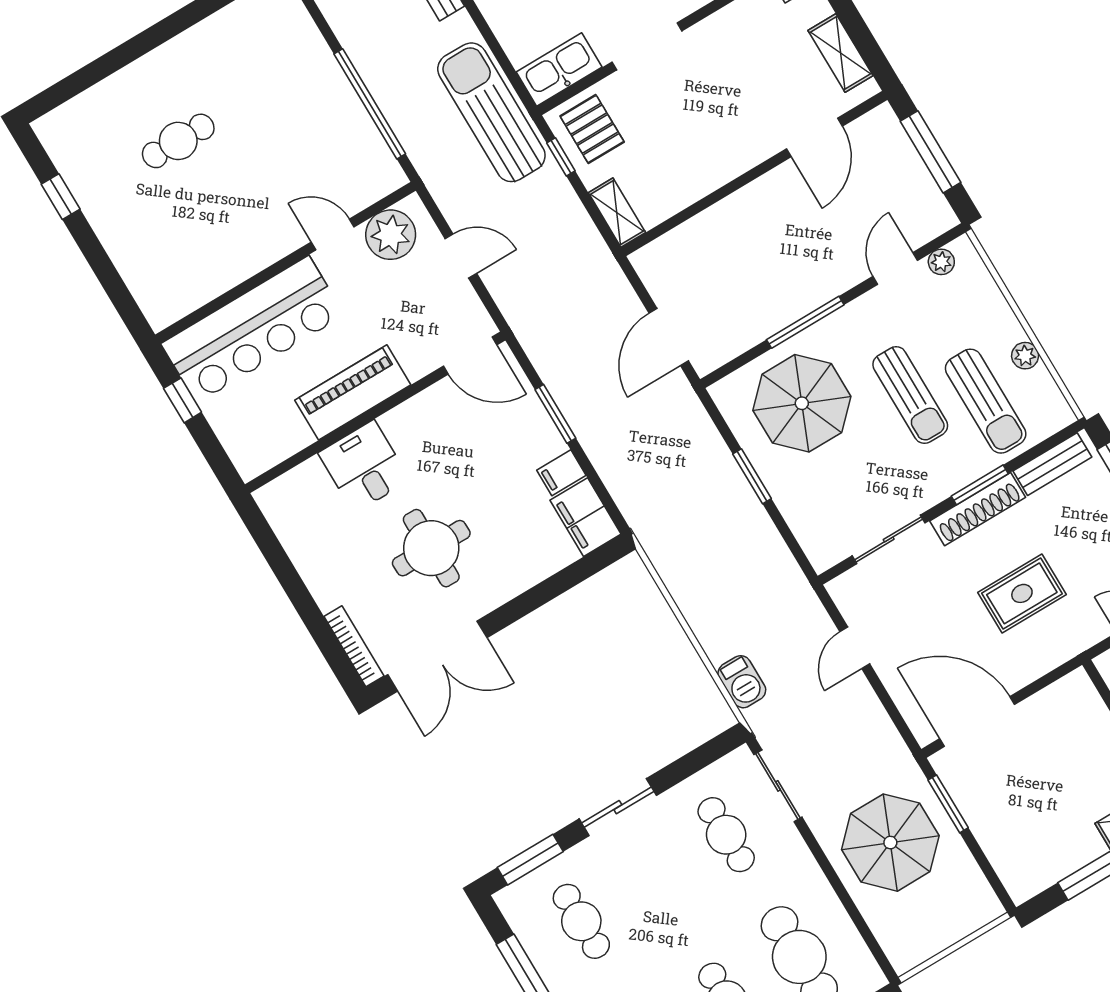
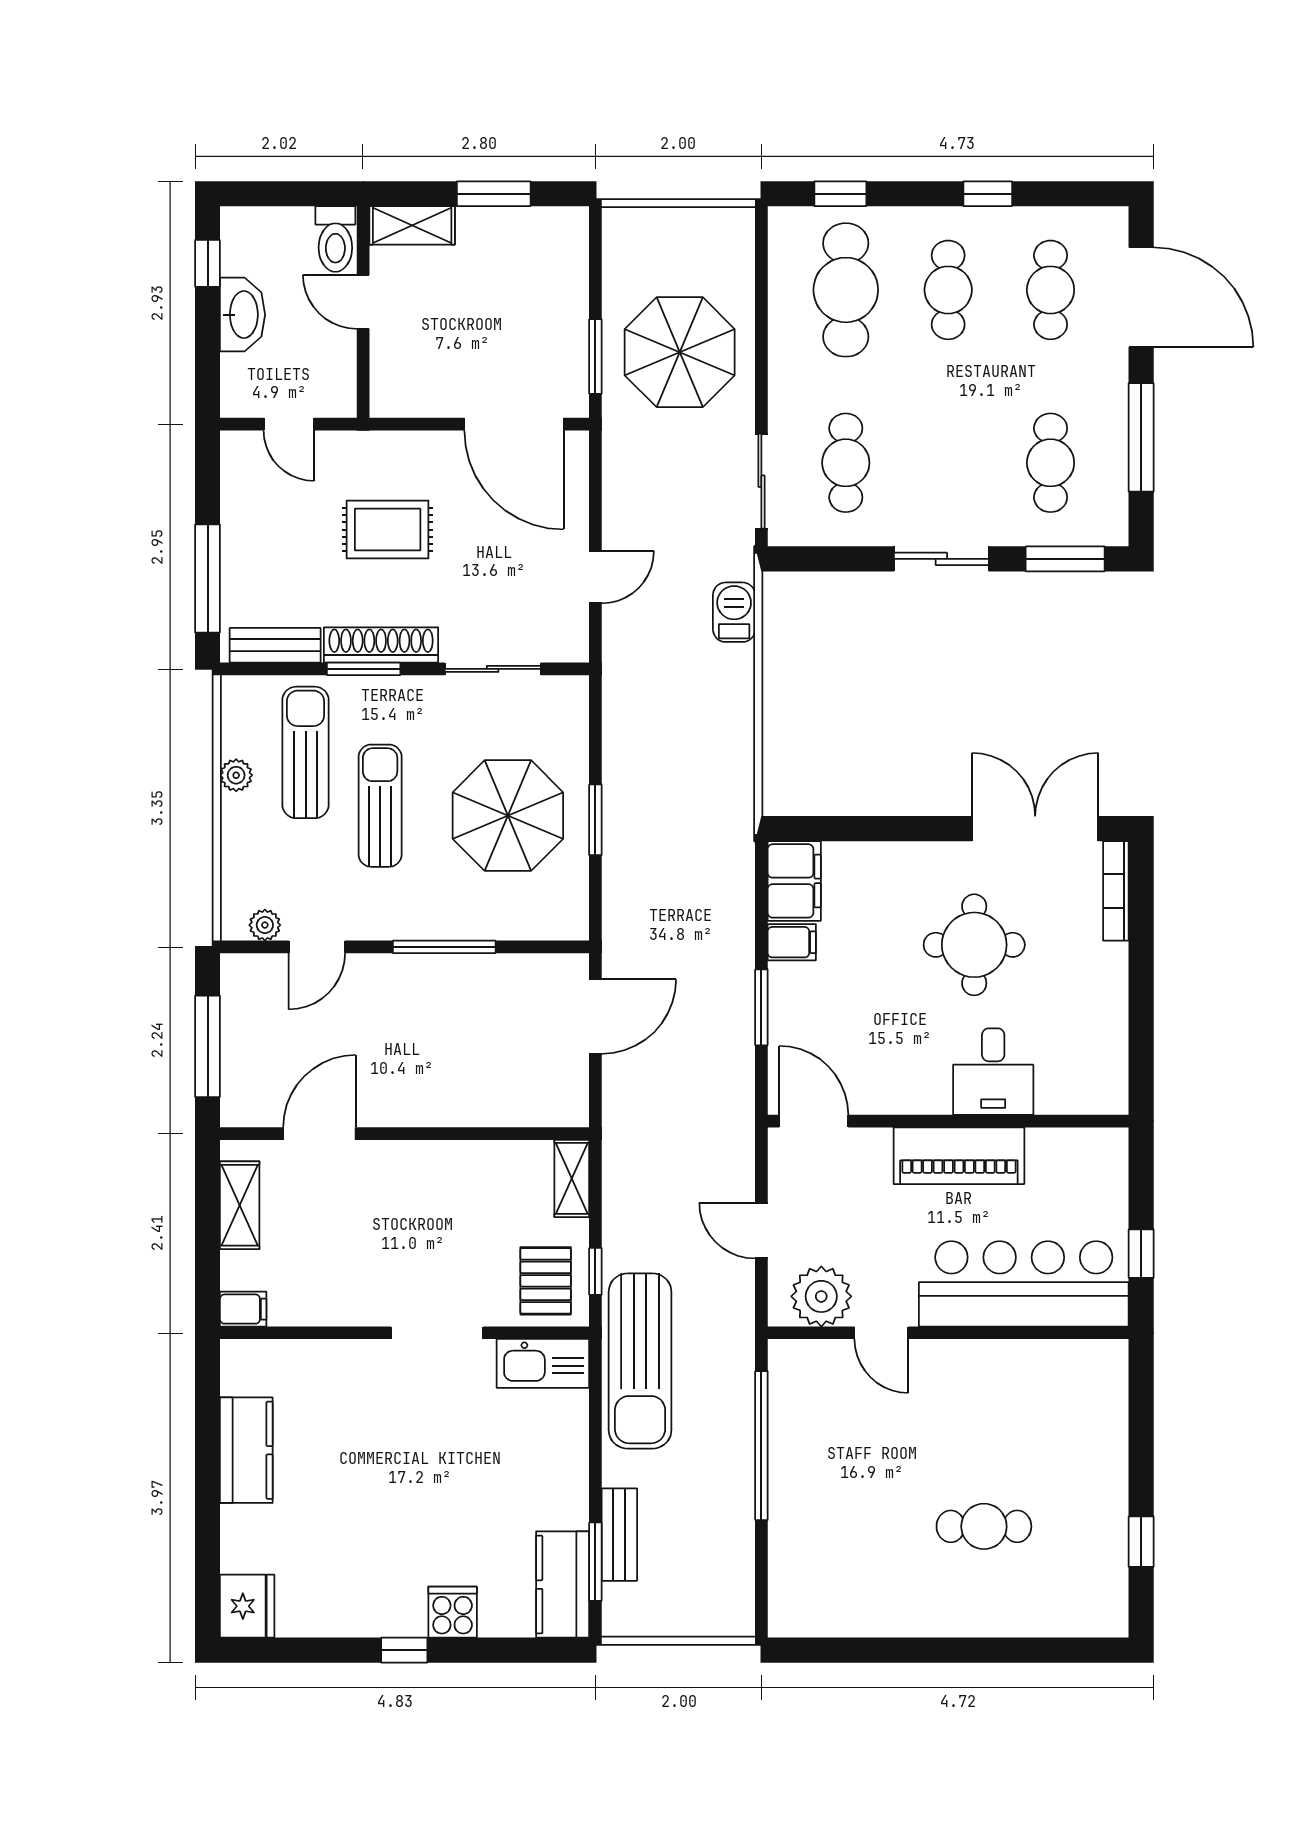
parasol: (802, 403) -> (508, 816), moved

